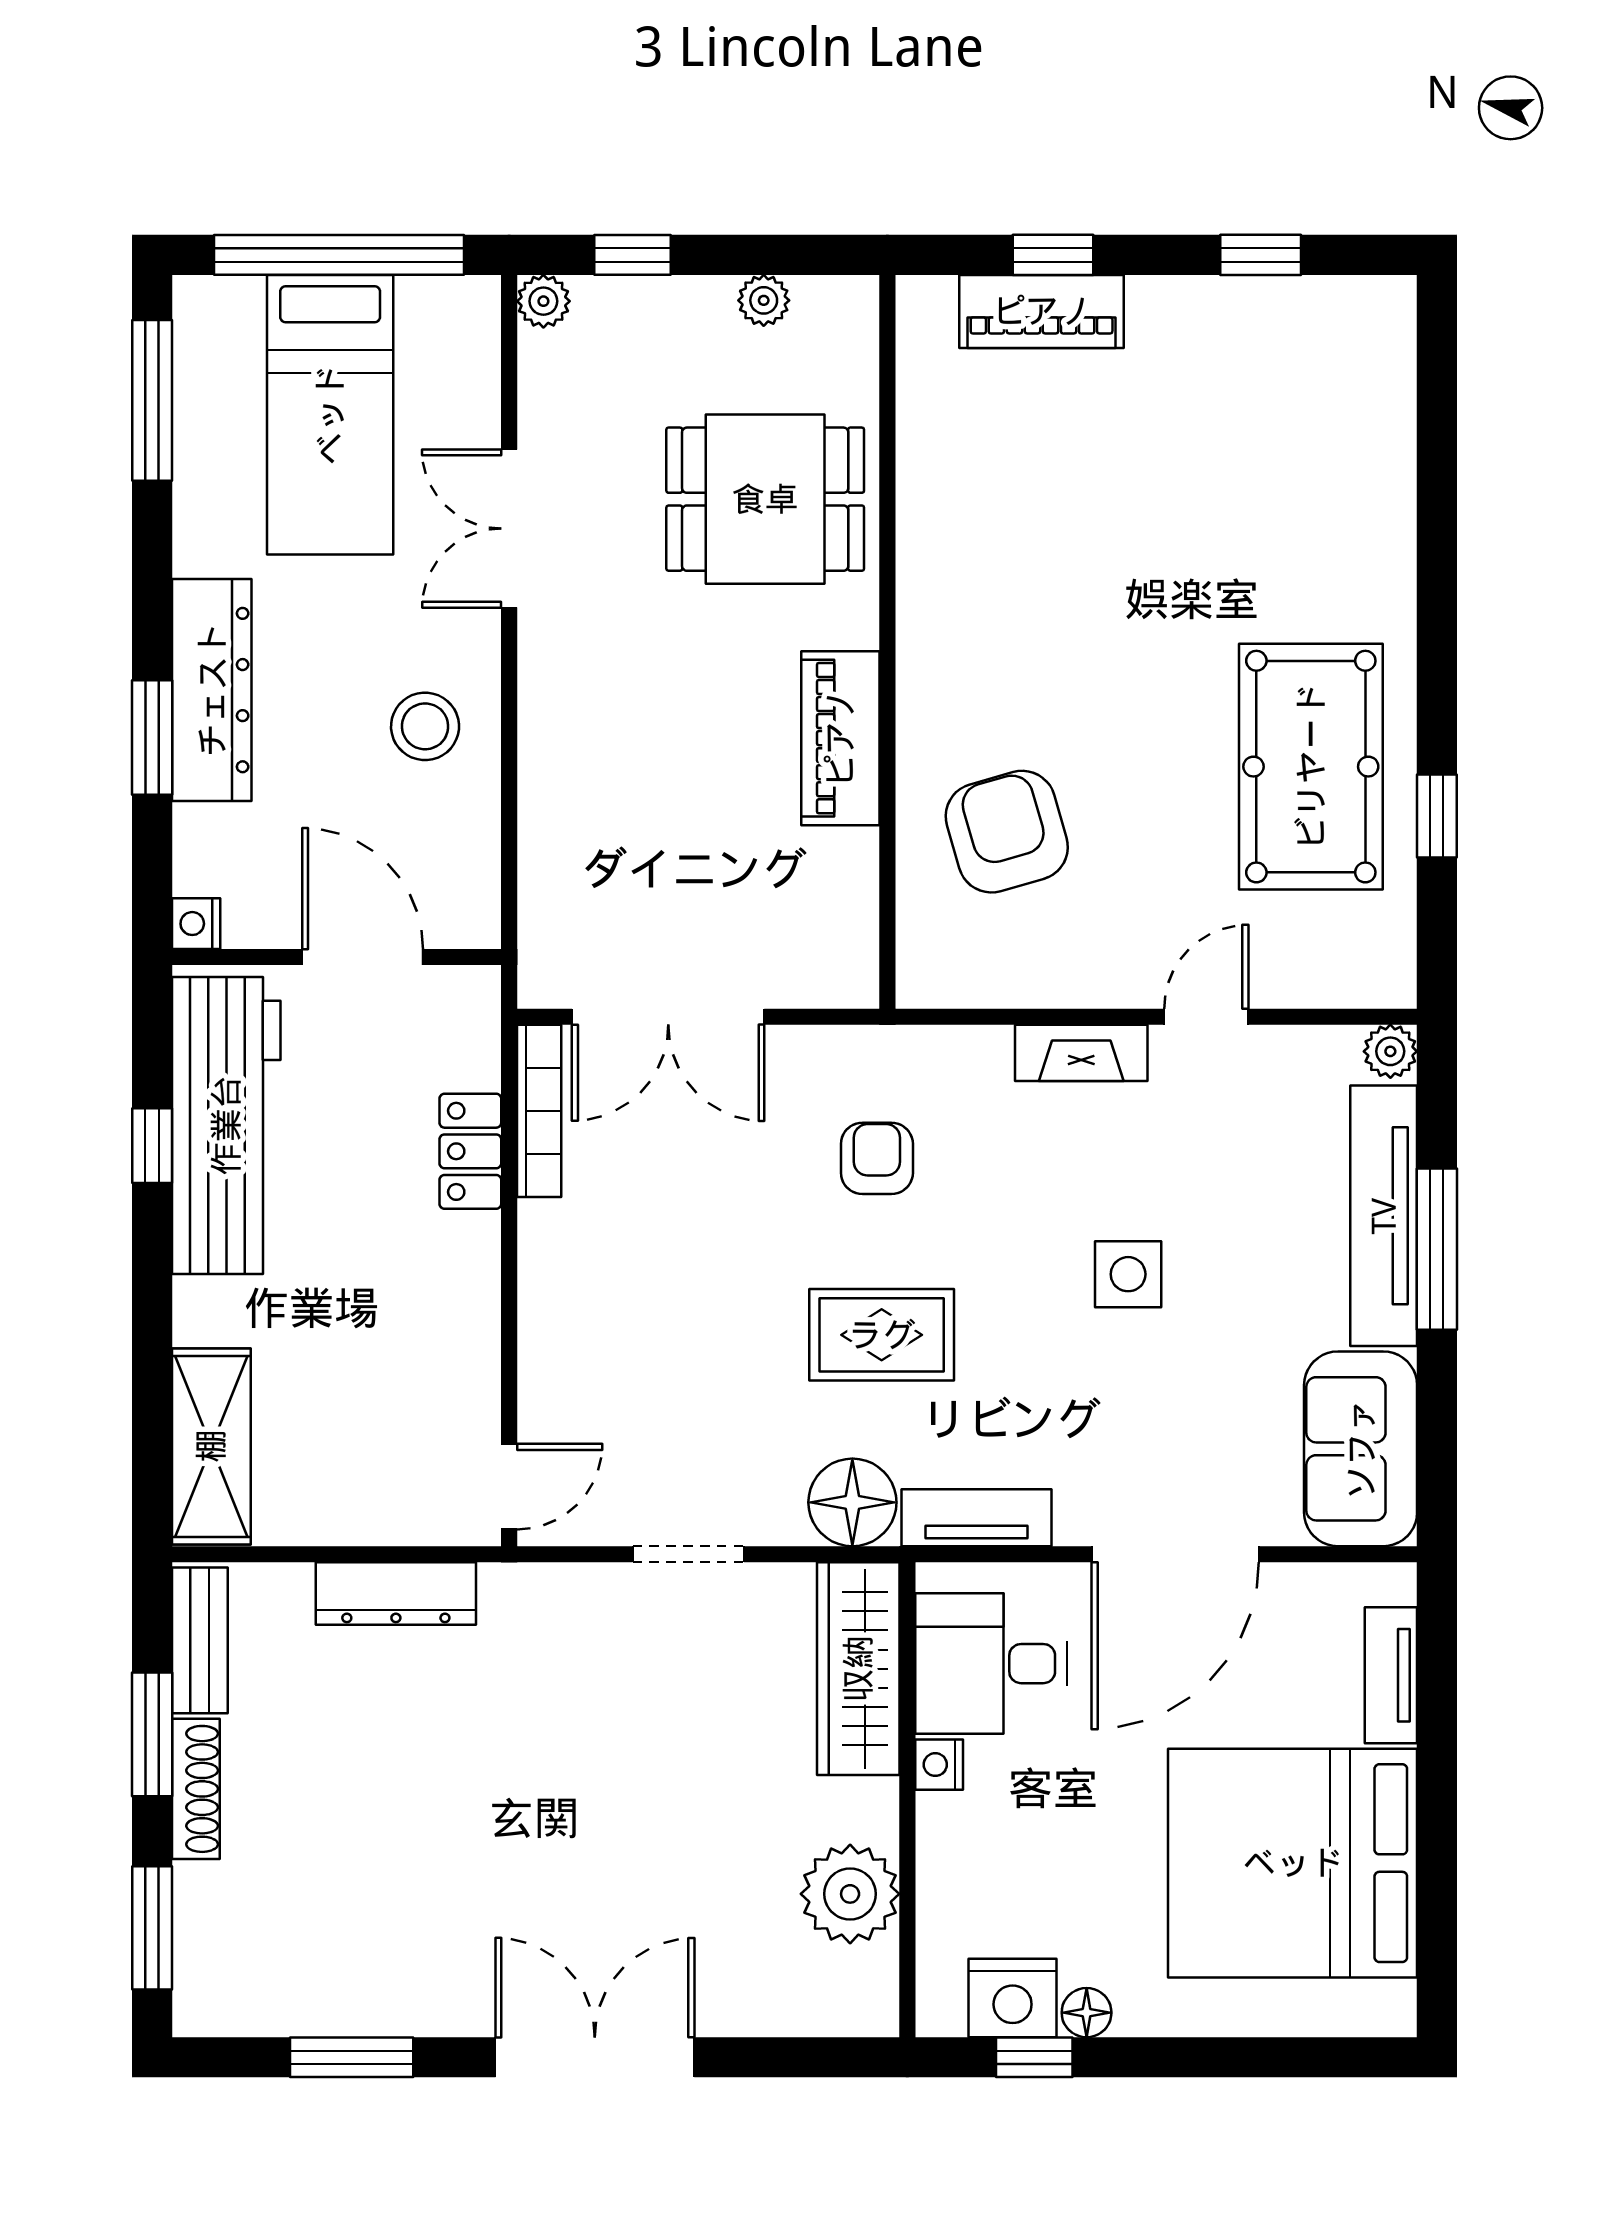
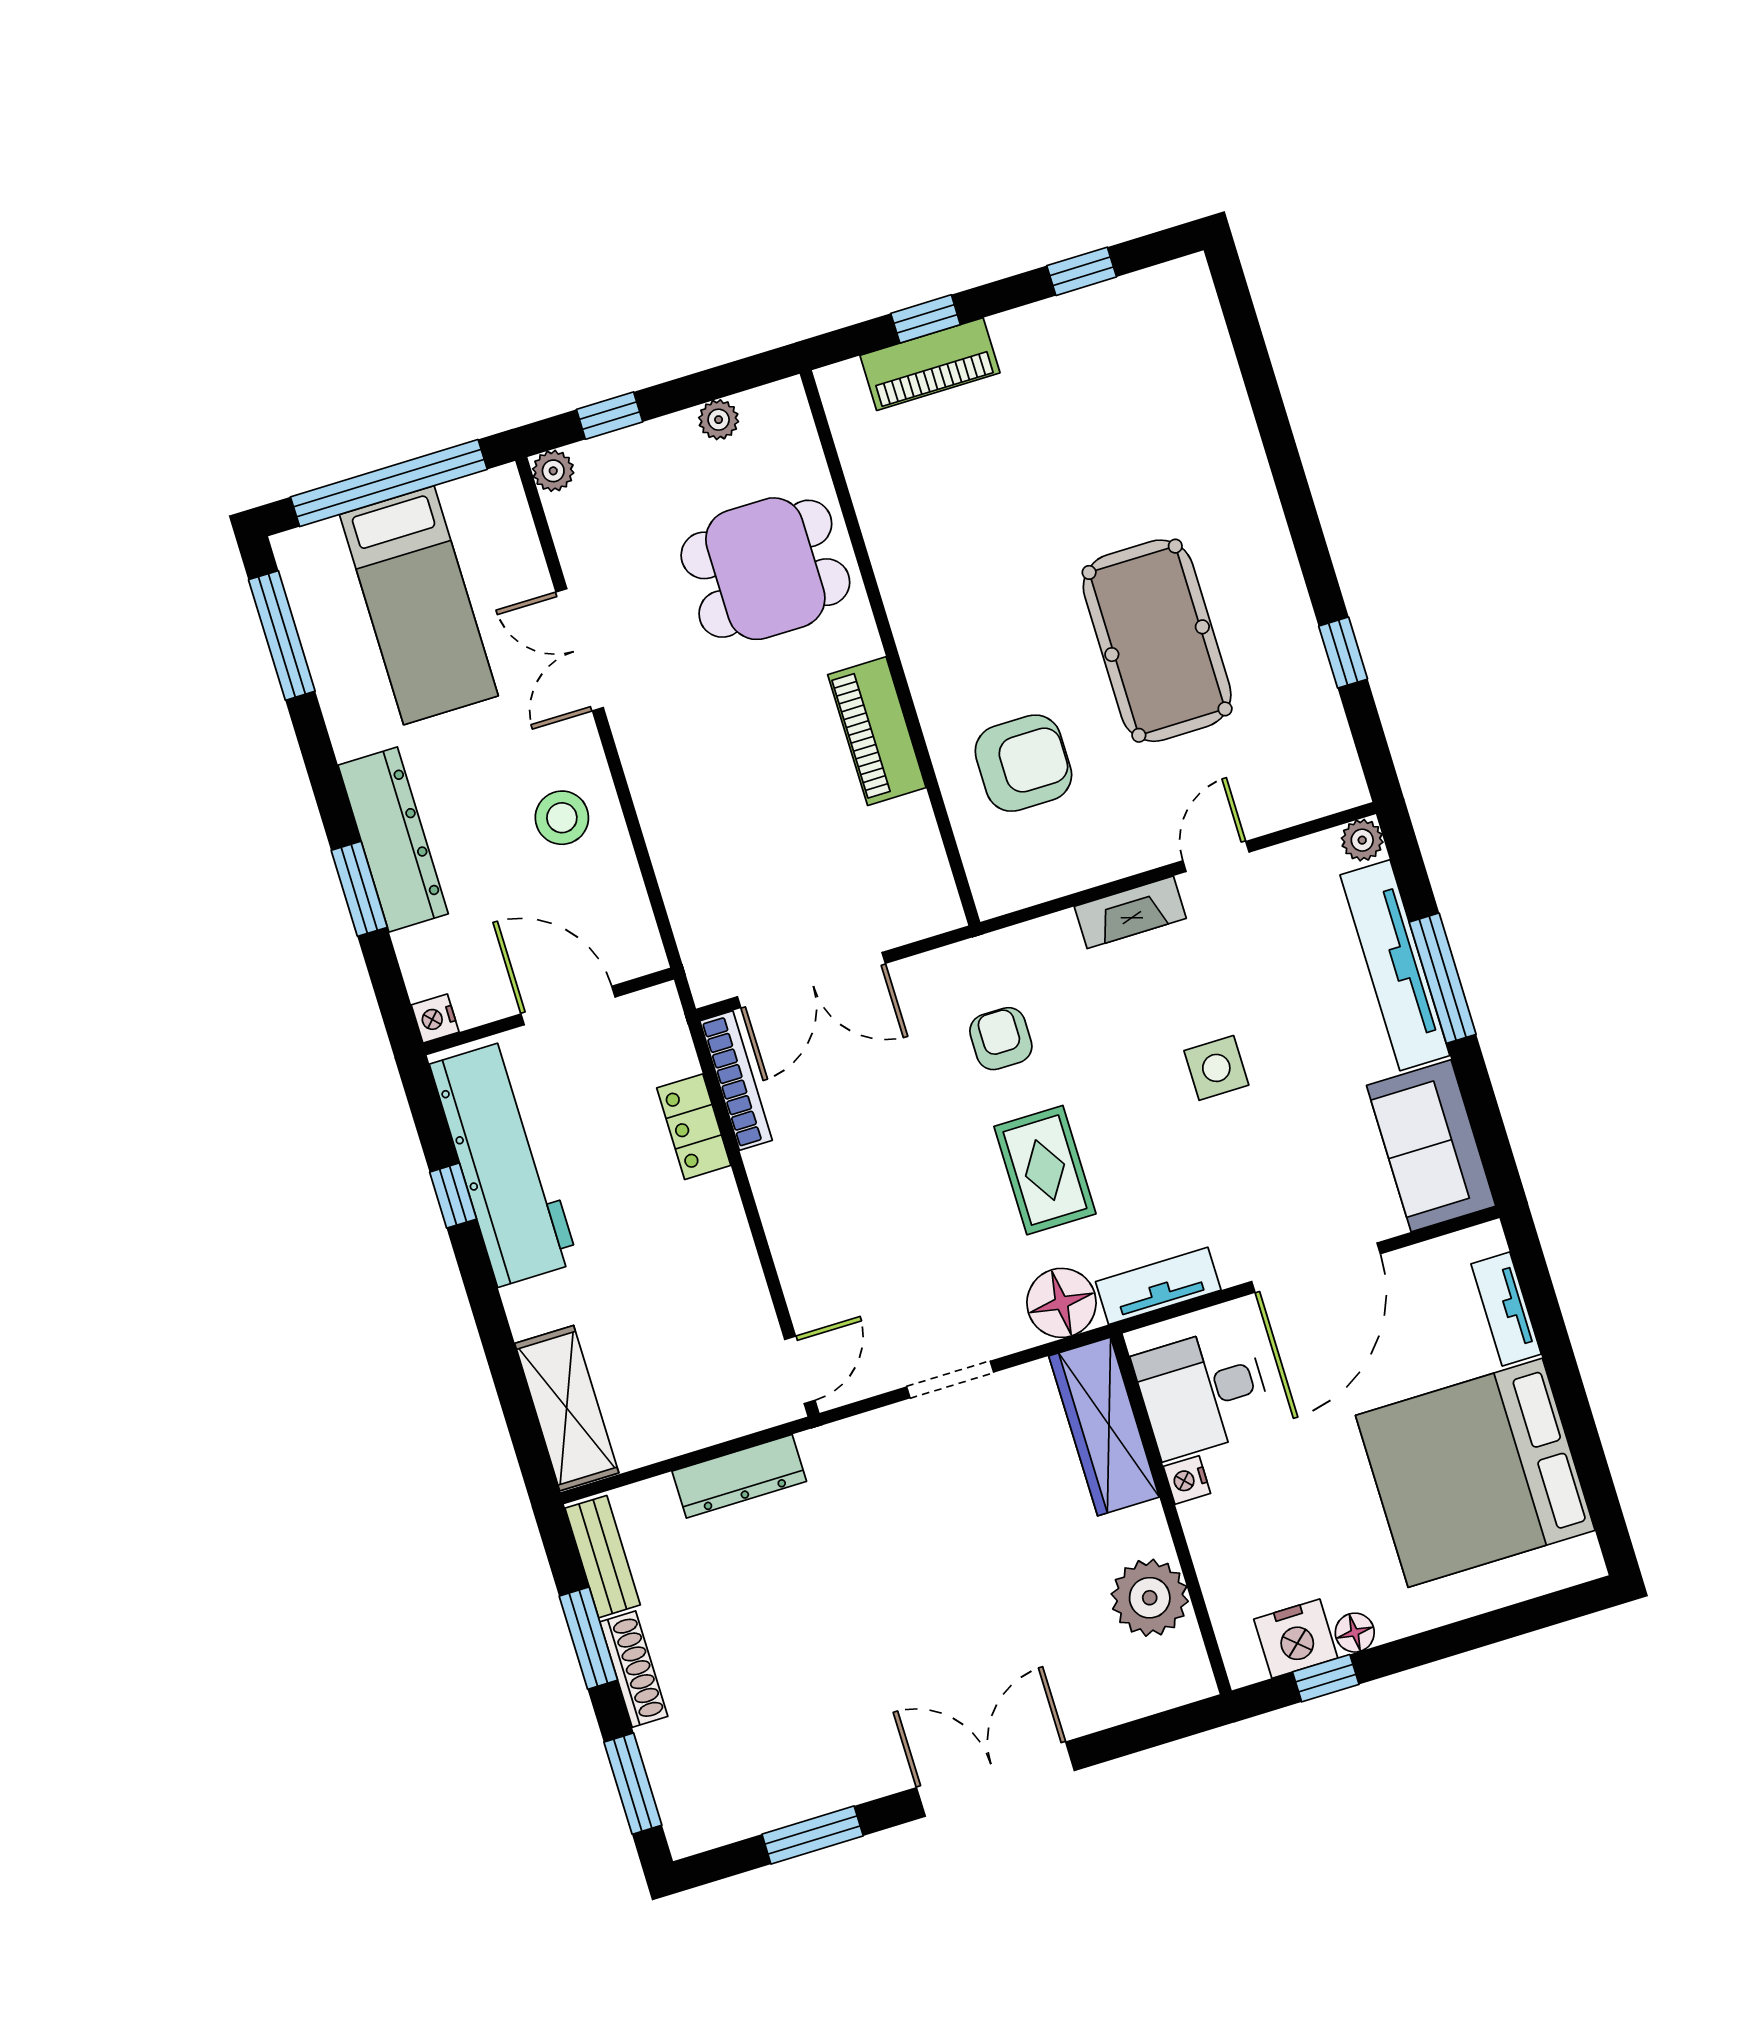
pool table: (1311, 767) -> (1157, 641), moved
armchair: (1007, 832) -> (1023, 763), turned 106
rug: (882, 1335) -> (1045, 1170), turned 90

